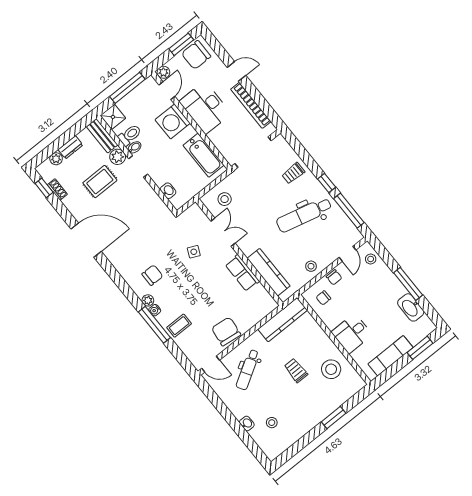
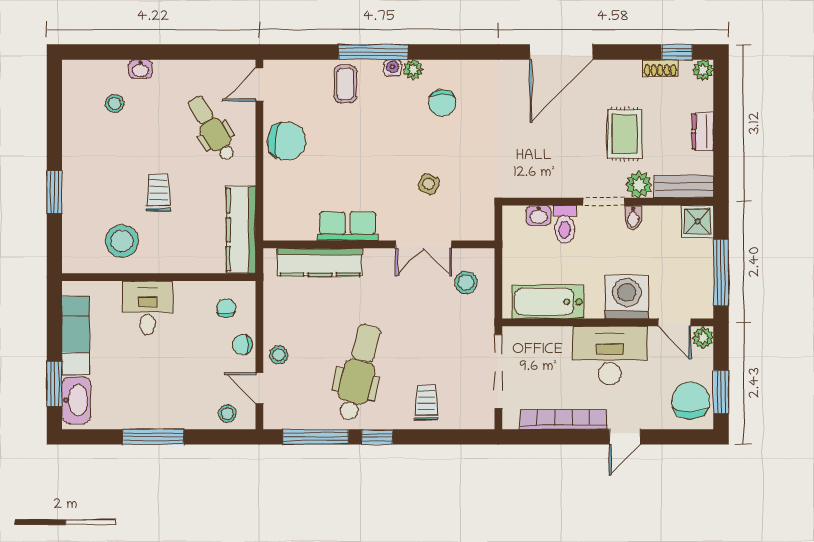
toilet: (130, 135) -> (565, 224), moved
plant: (56, 159) -> (703, 70), moved
stool: (311, 266) -> (279, 355), moved
washbasin: (411, 307) -> (76, 400), moved, turned 90
trolley: (296, 370) -> (159, 192), turned -90

